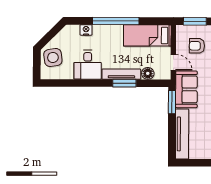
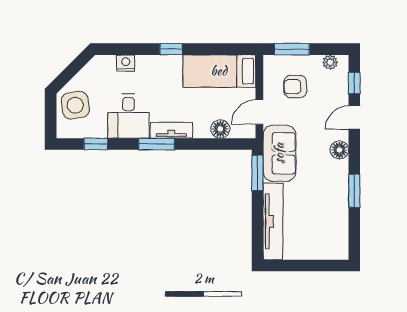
window: (116, 21) -> (171, 49), width x0.32
door: (173, 62) -> (259, 112), swing flipped
tv unit: (121, 74) -> (171, 130), width x0.71
window: (66, 83) -> (96, 144), added
window: (124, 83) -> (157, 144), moved

